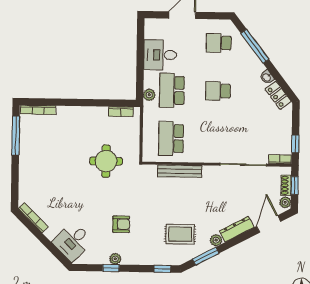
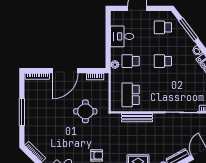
school desk: (172, 90) -> (131, 61), width x0.54
door: (78, 102) -> (65, 71), added
window: (16, 136) -> (22, 112), moved

